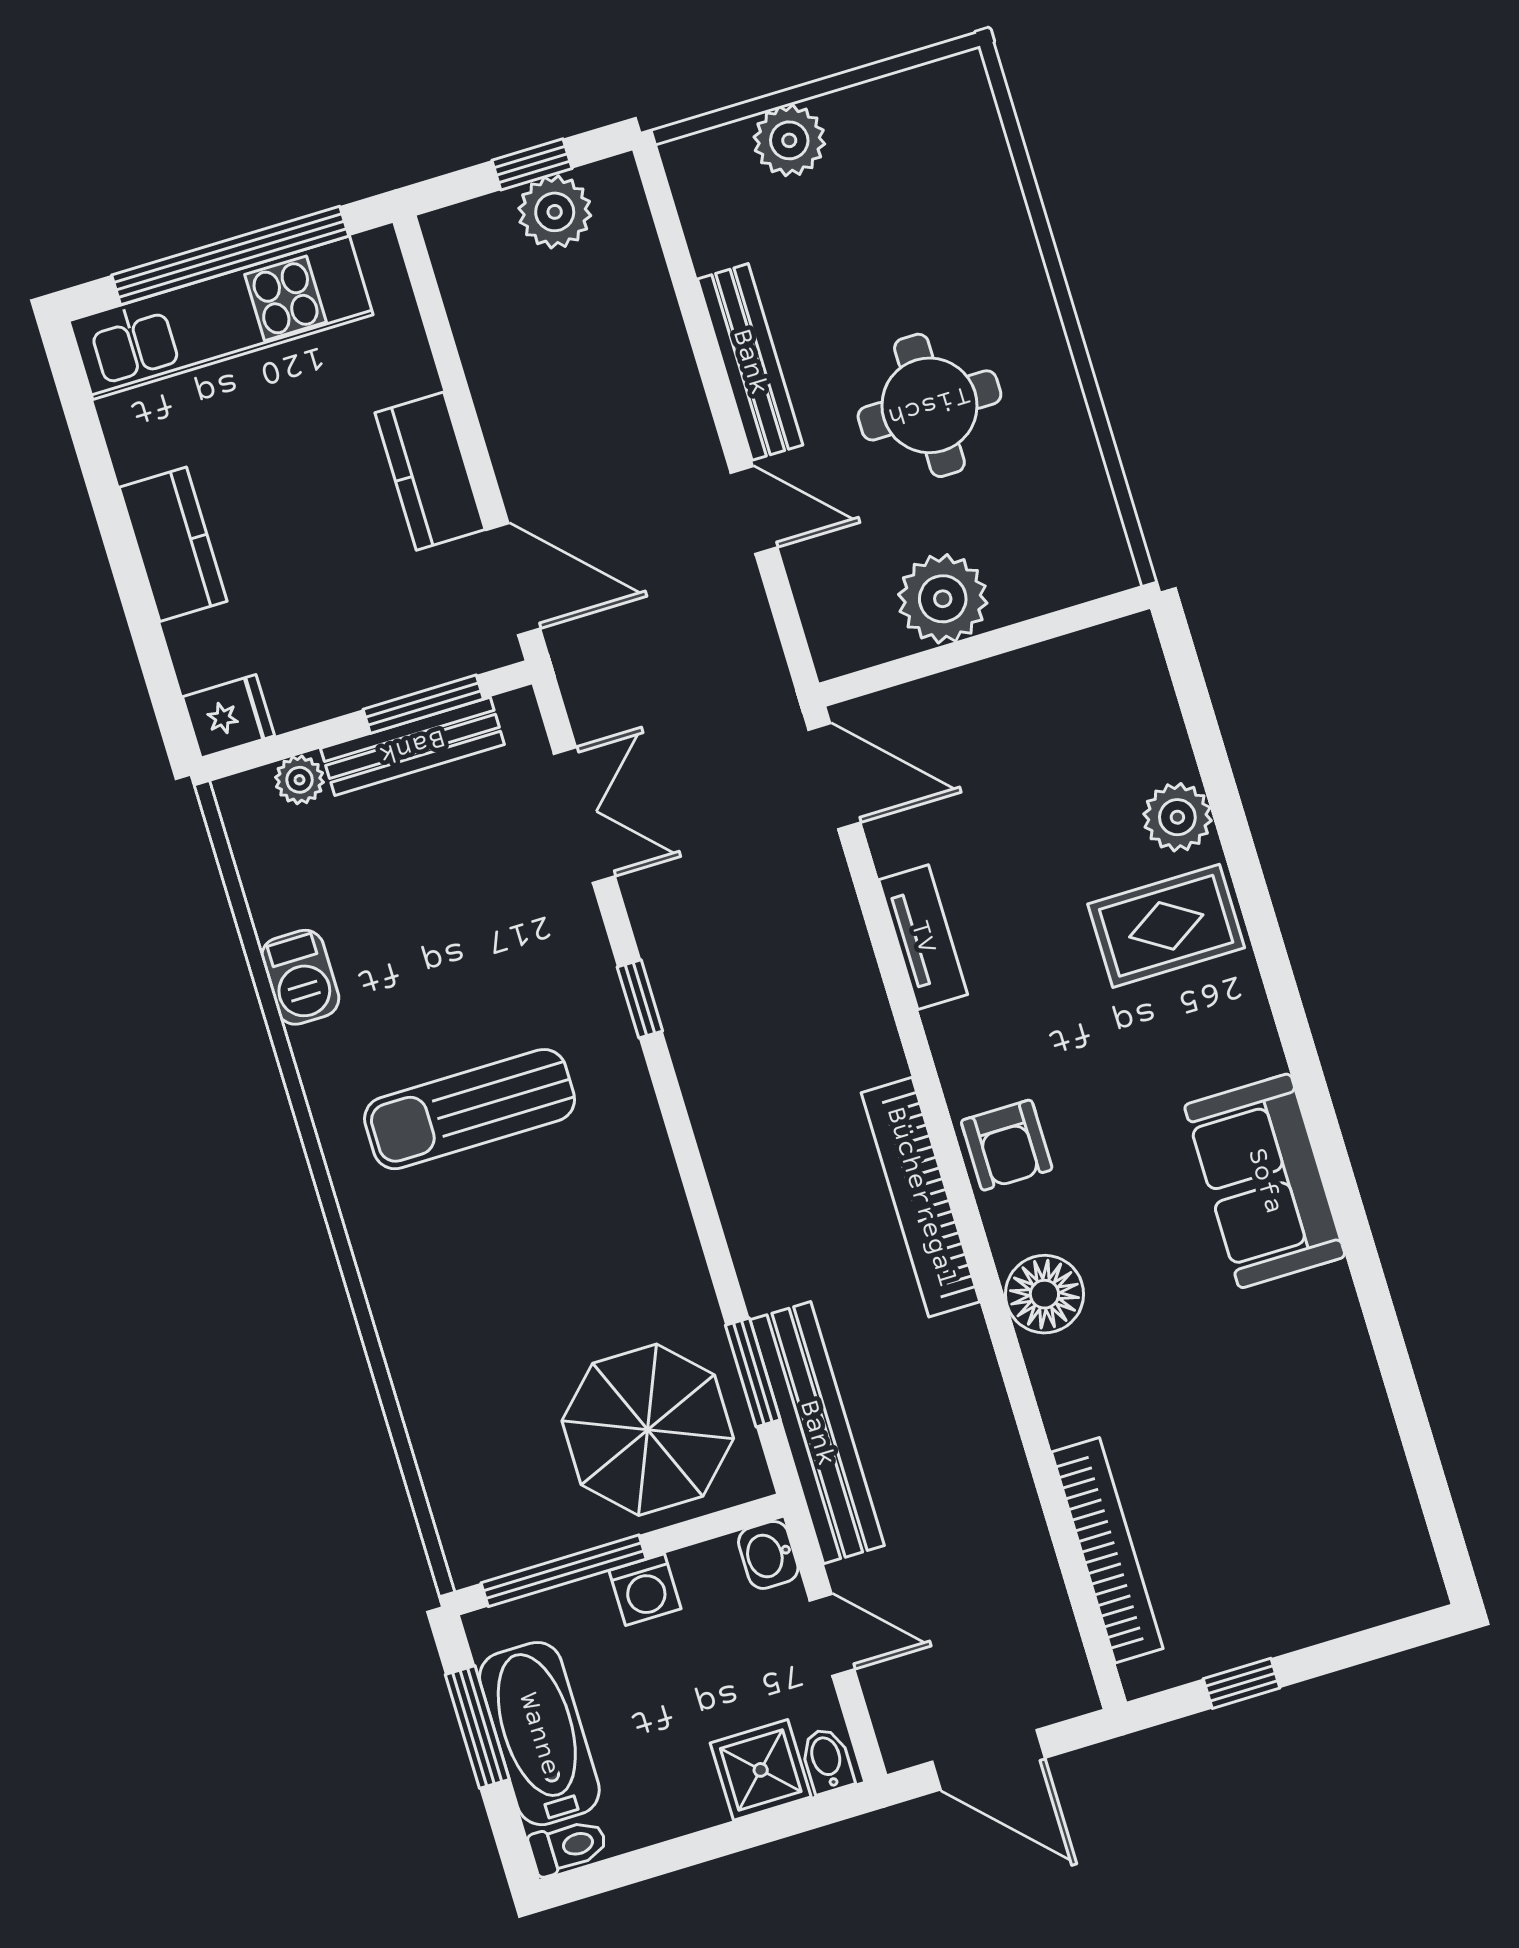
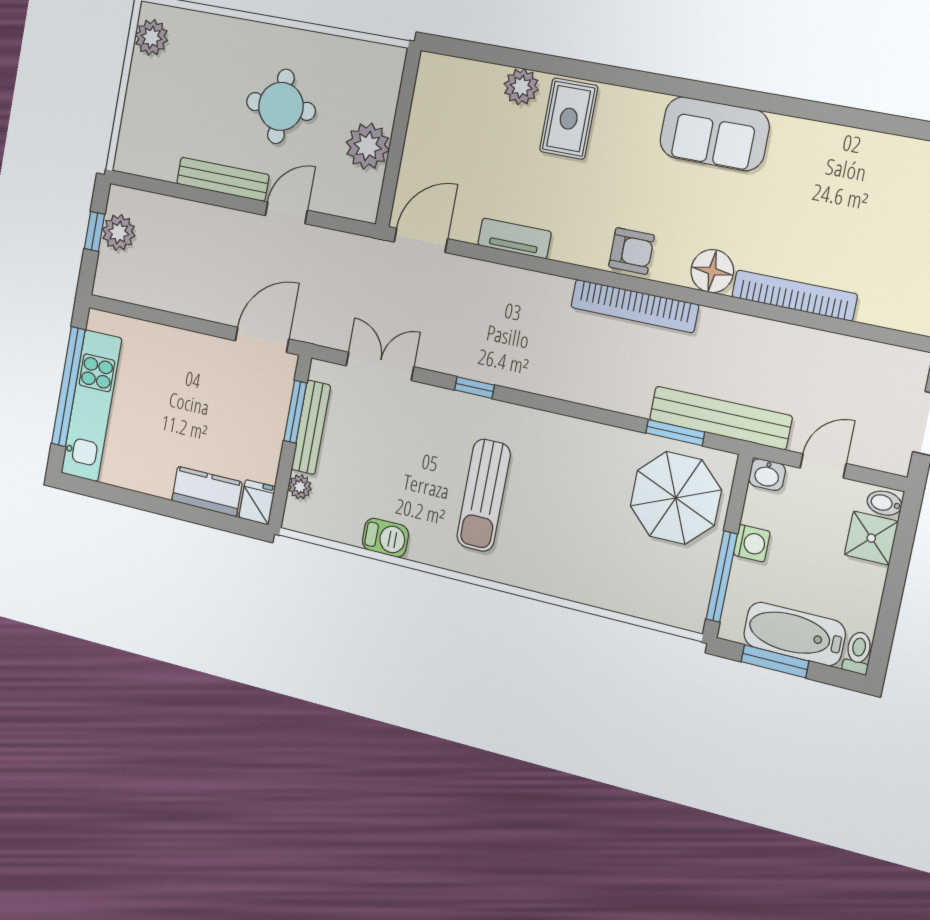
plant: (789, 140) -> (151, 37), moved
kitchen counter: (430, 471) -> (198, 351), removed
kitchen counter: (173, 544) -> (207, 491), moved
bookcase: (1107, 1550) -> (794, 295), moved

